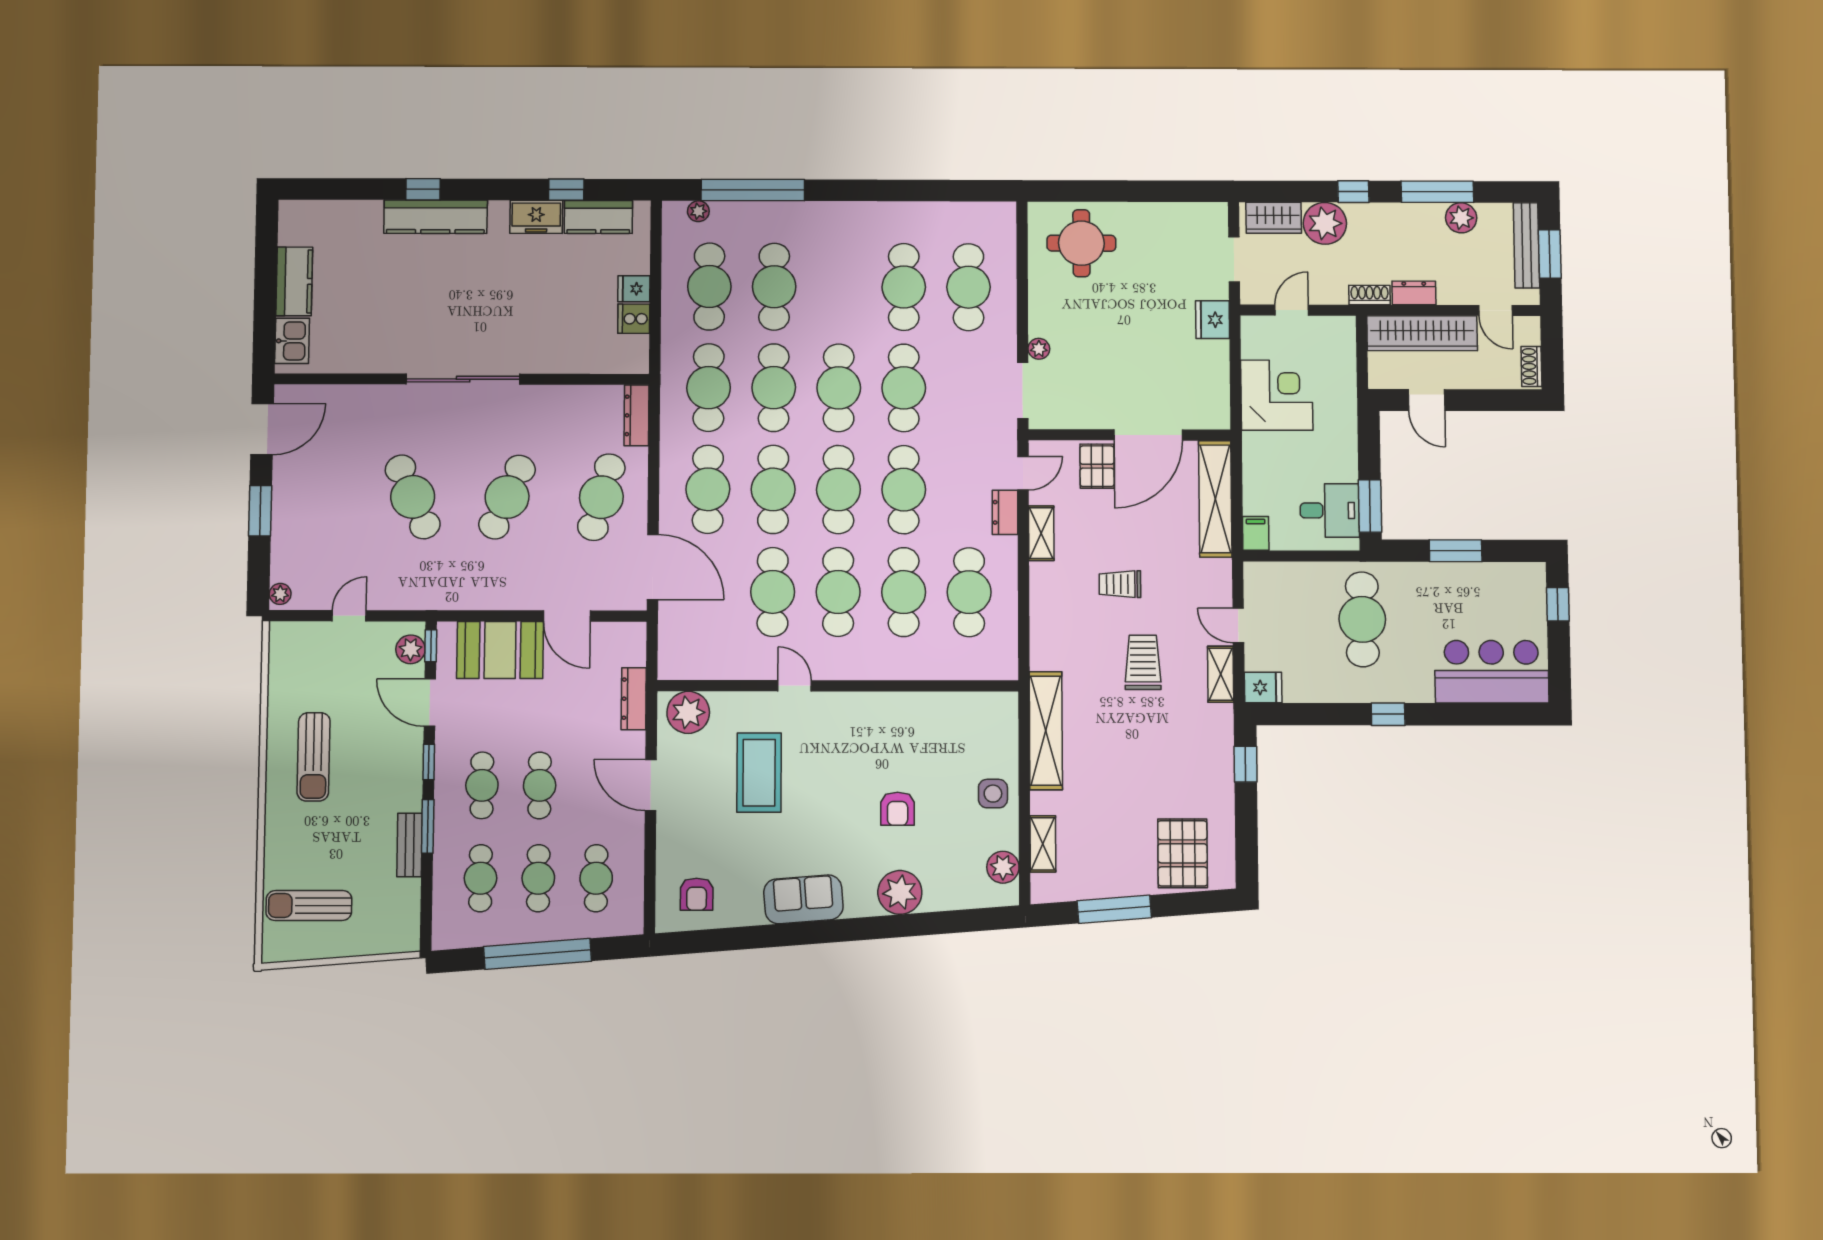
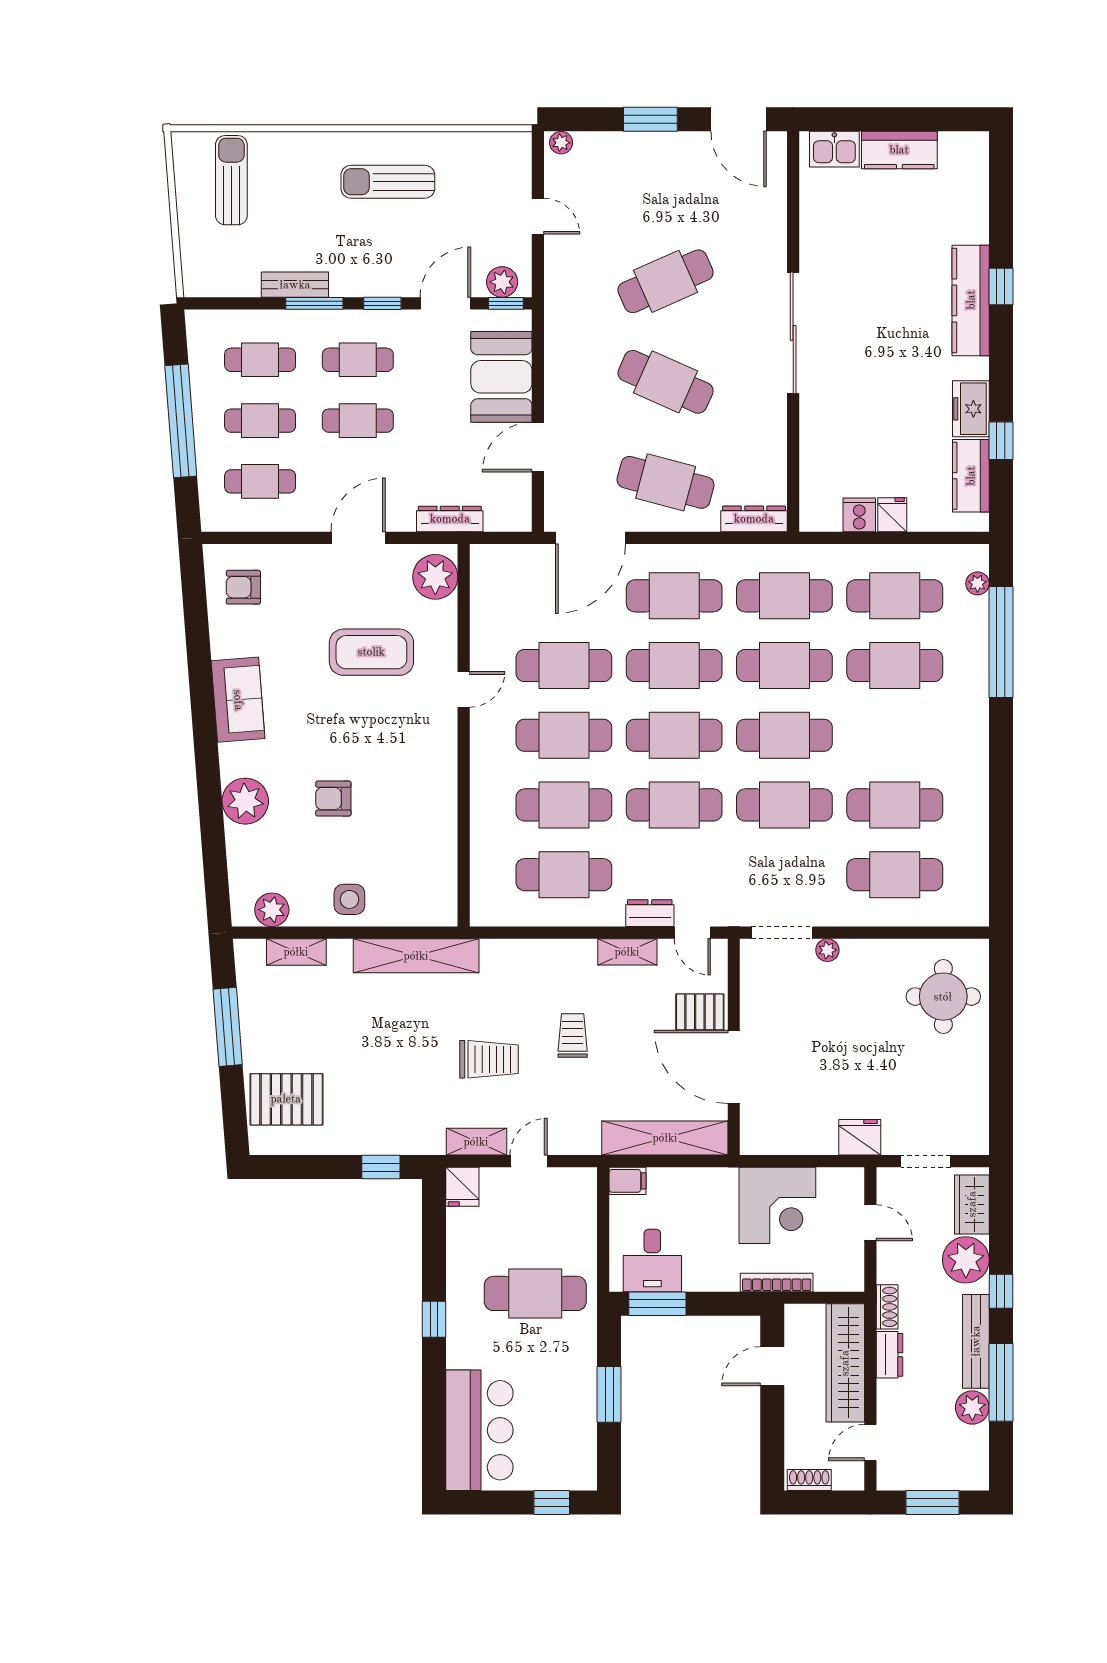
bench: (1526, 245) -> (976, 1341), moved, turned 90
bookcase: (1349, 396) -> (777, 1283), added

